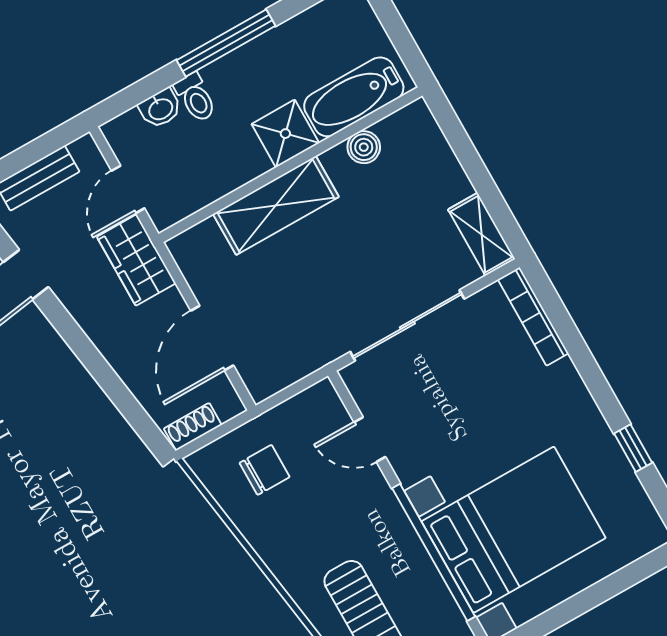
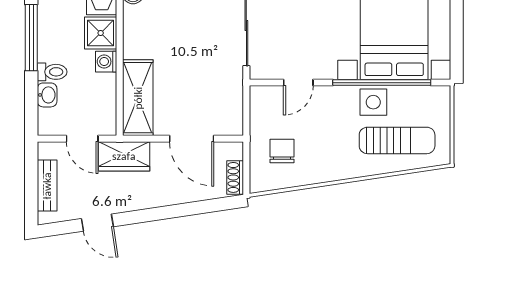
washing machine: (251, 163) -> (106, 62), added
shelving: (276, 205) -> (138, 98), moved
side table: (401, 556) -> (373, 102), added

